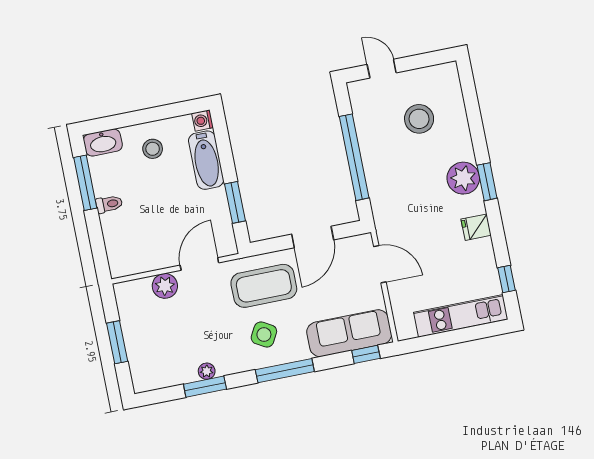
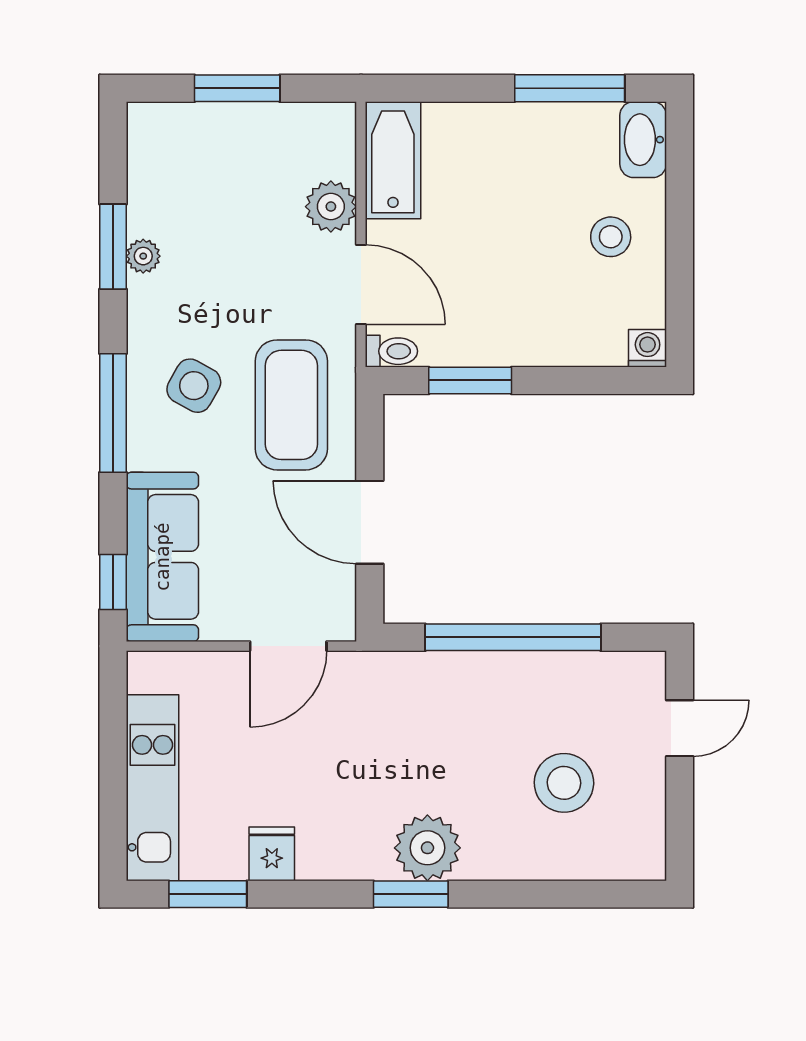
bathtub: (206, 160) -> (393, 160), moved, turned 90
toilet: (109, 204) -> (391, 351), moved, turned -90
fridge: (476, 227) -> (272, 854), moved
window: (507, 279) -> (208, 894), width x1.50

